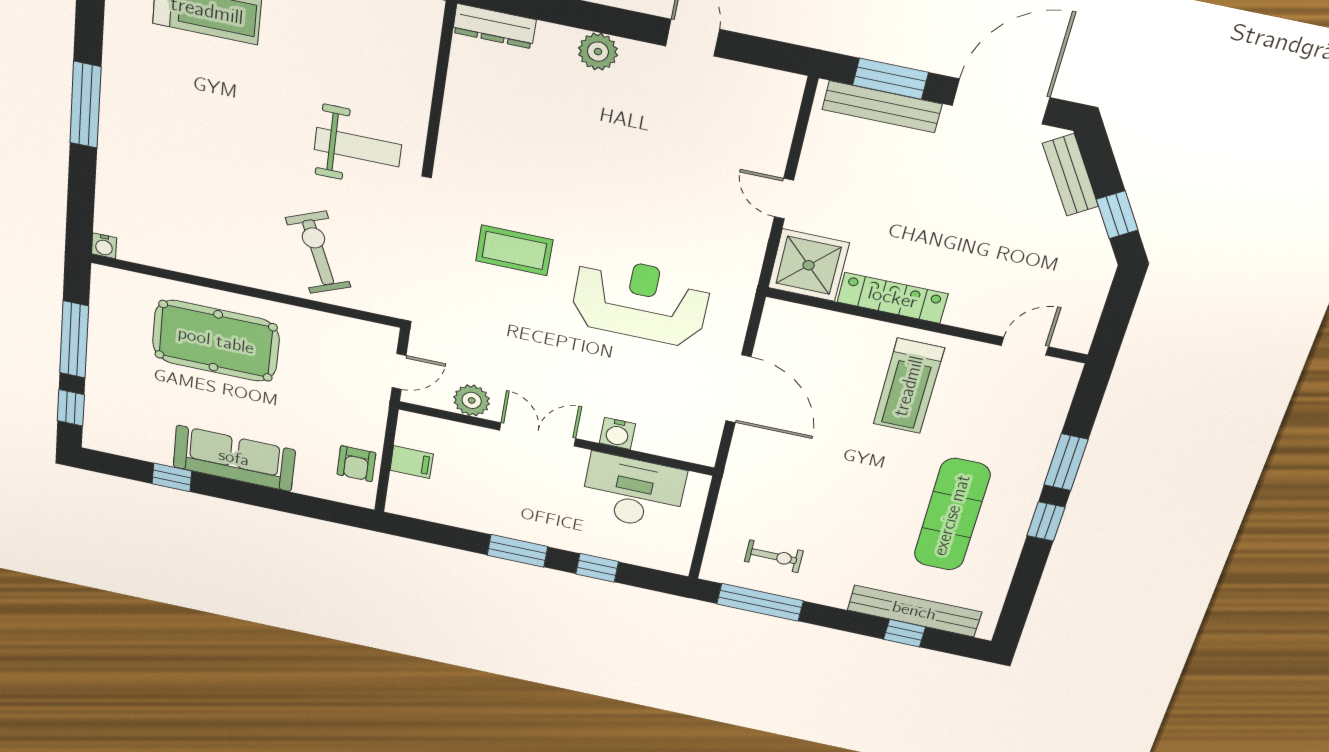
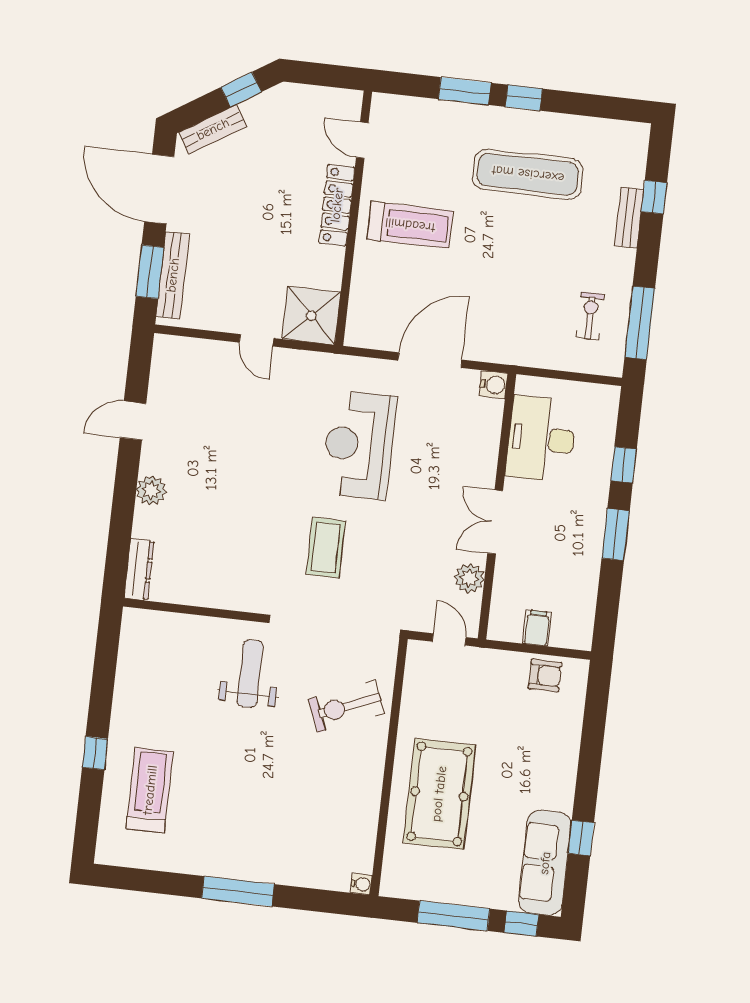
door: (784, 199) -> (256, 340), hinge flipped
locker: (893, 298) -> (337, 205), moved
water cooler: (617, 434) -> (494, 385), moved
sofa: (234, 458) -> (545, 863), moved
bench: (914, 611) -> (629, 218), width x0.54, depth x0.82

